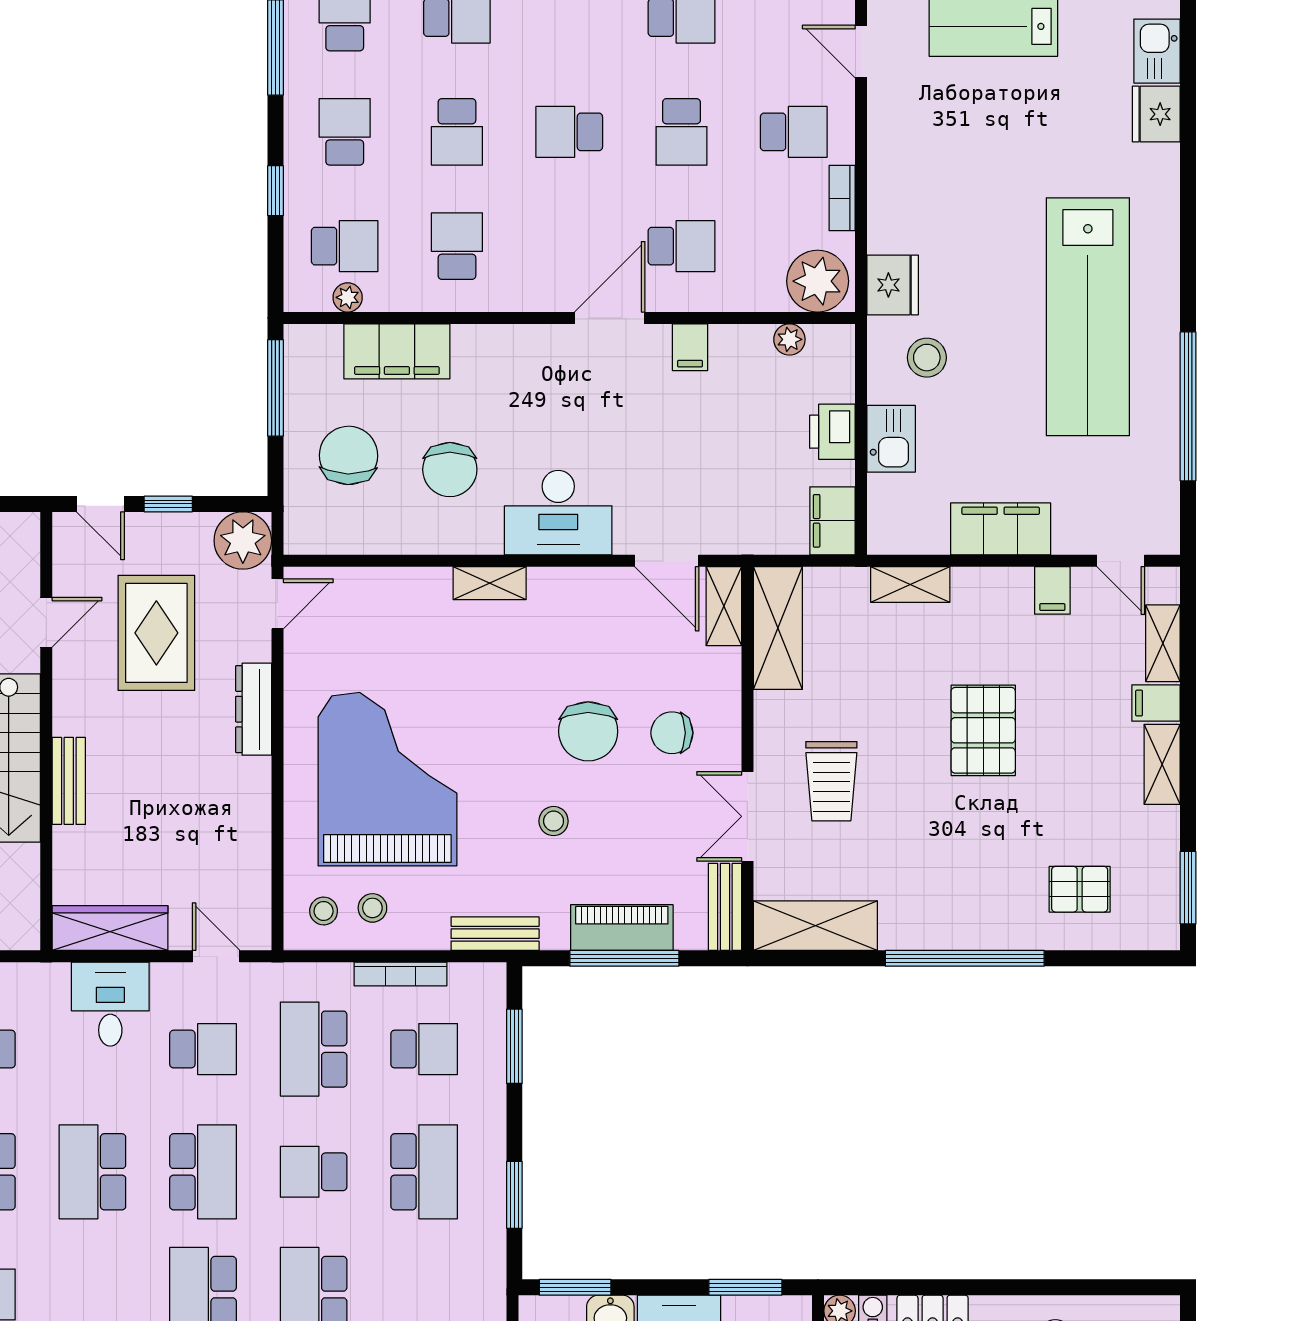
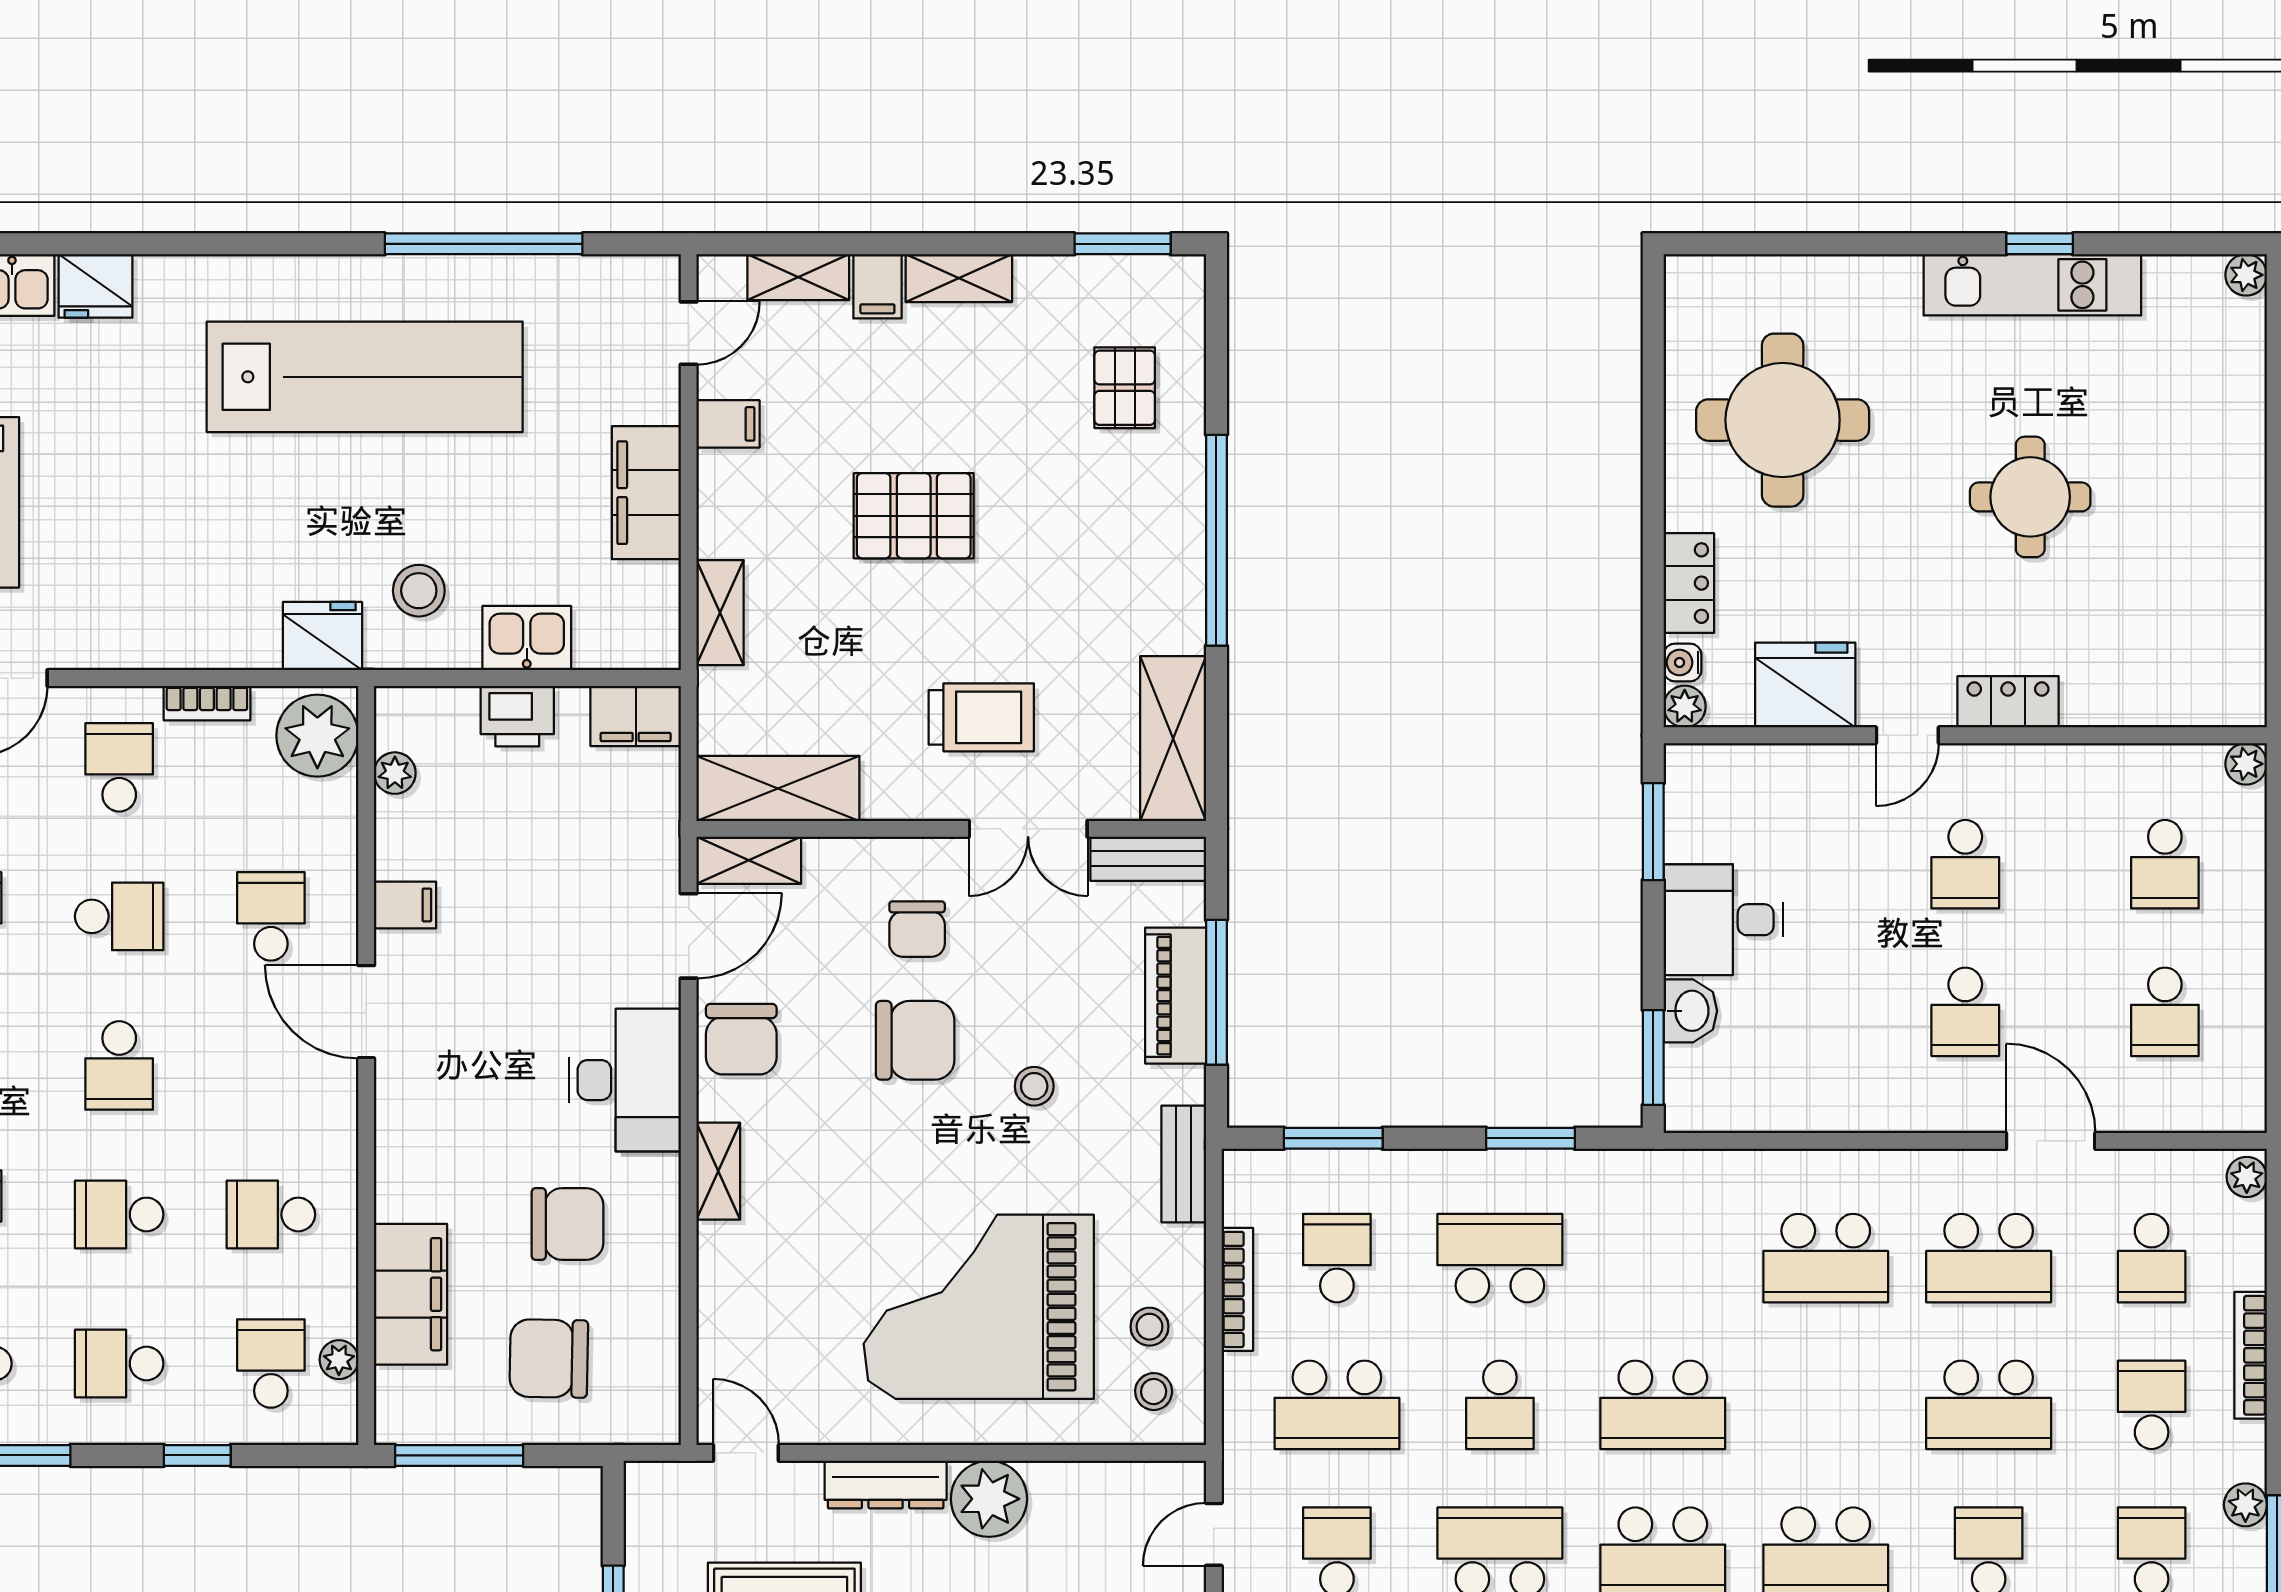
school desk: (457, 132) -> (119, 1214), turned 180
plant: (243, 541) -> (989, 1499), moved
chair: (589, 600) -> (741, 1039), added

